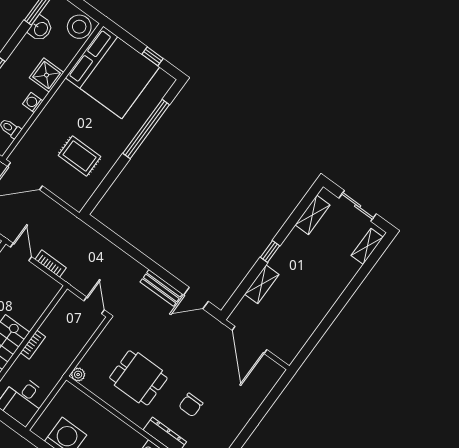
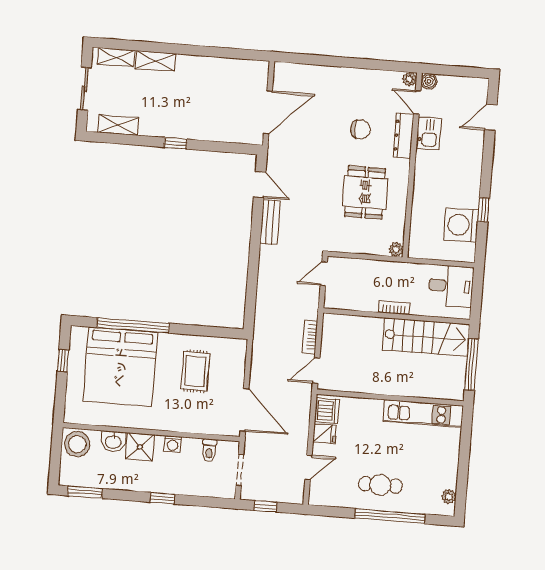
washbasin: (41, 29) -> (113, 442), moved, turned 180
bed: (112, 72) -> (120, 367), moved, turned 180
shelving: (262, 284) -> (155, 61), moved

